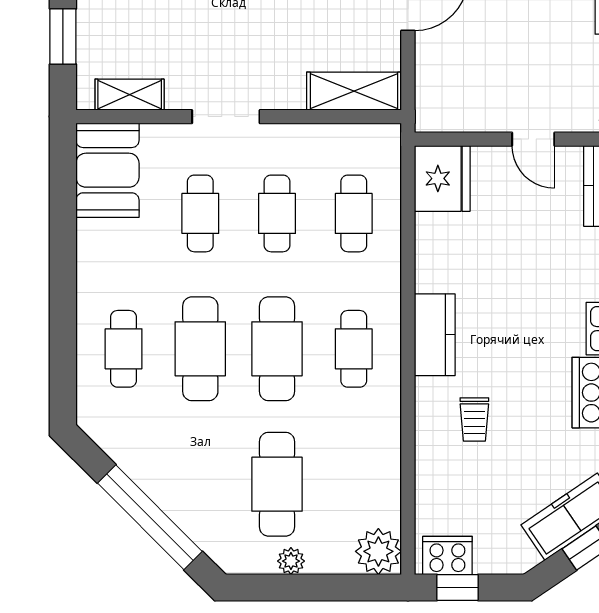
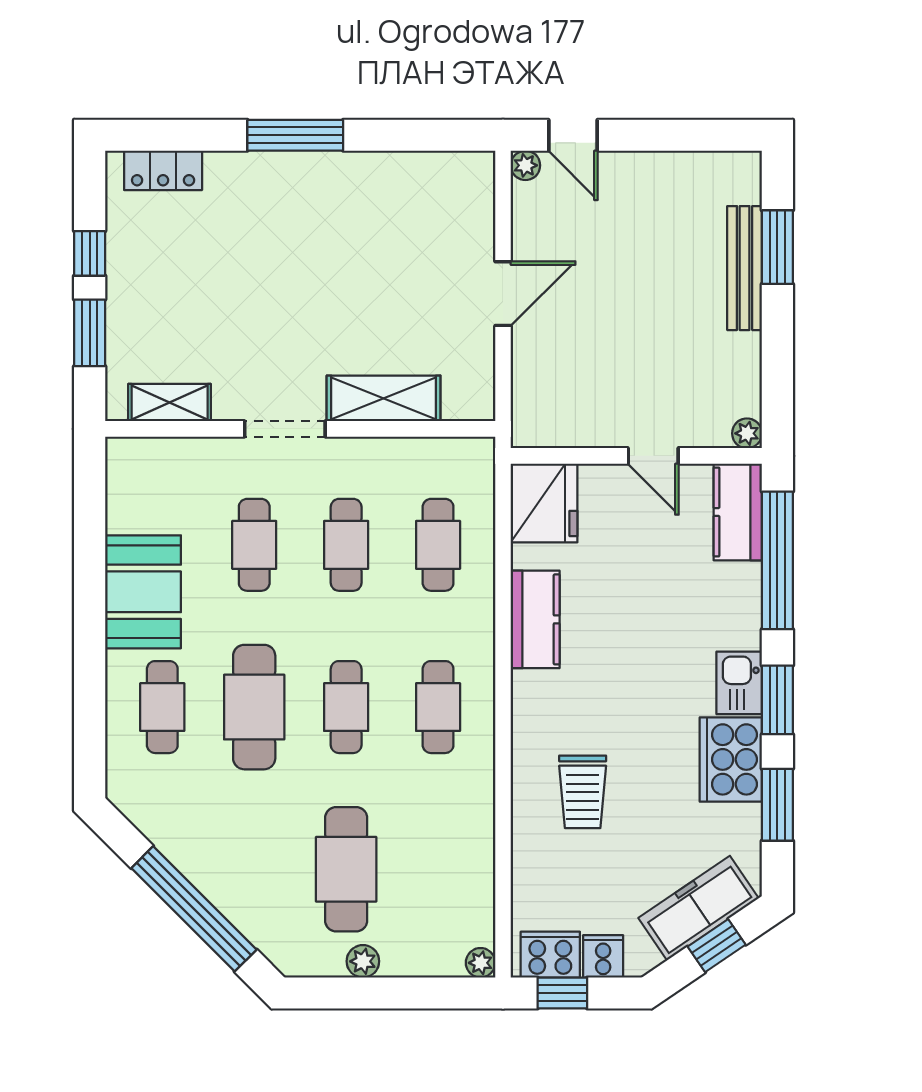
shelving: (354, 91) -> (384, 398), moved
booth: (107, 170) -> (143, 592), moved
kitchen counter: (435, 335) -> (535, 619), moved
cafe table: (277, 349) -> (346, 707), width x0.73, depth x0.74
trolley: (474, 420) -> (583, 792), width x1.36, depth x1.39
plant: (378, 551) -> (481, 963), width x0.53, depth x0.53
cooker: (492, 557) -> (603, 956), added

